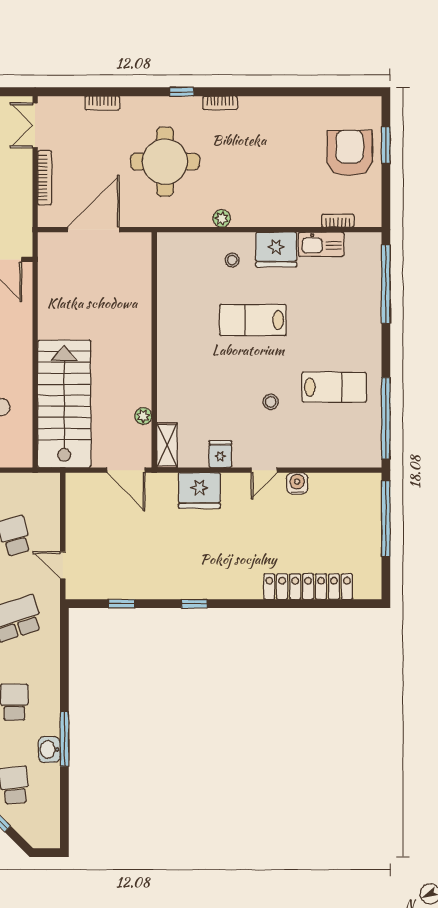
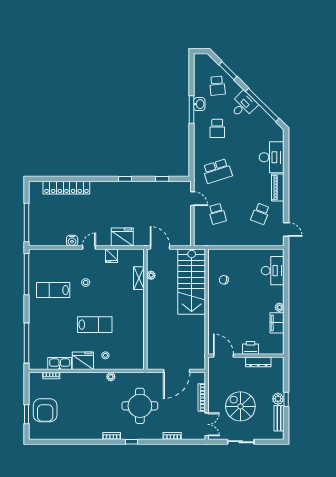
shelving: (167, 445) -> (139, 278), moved

